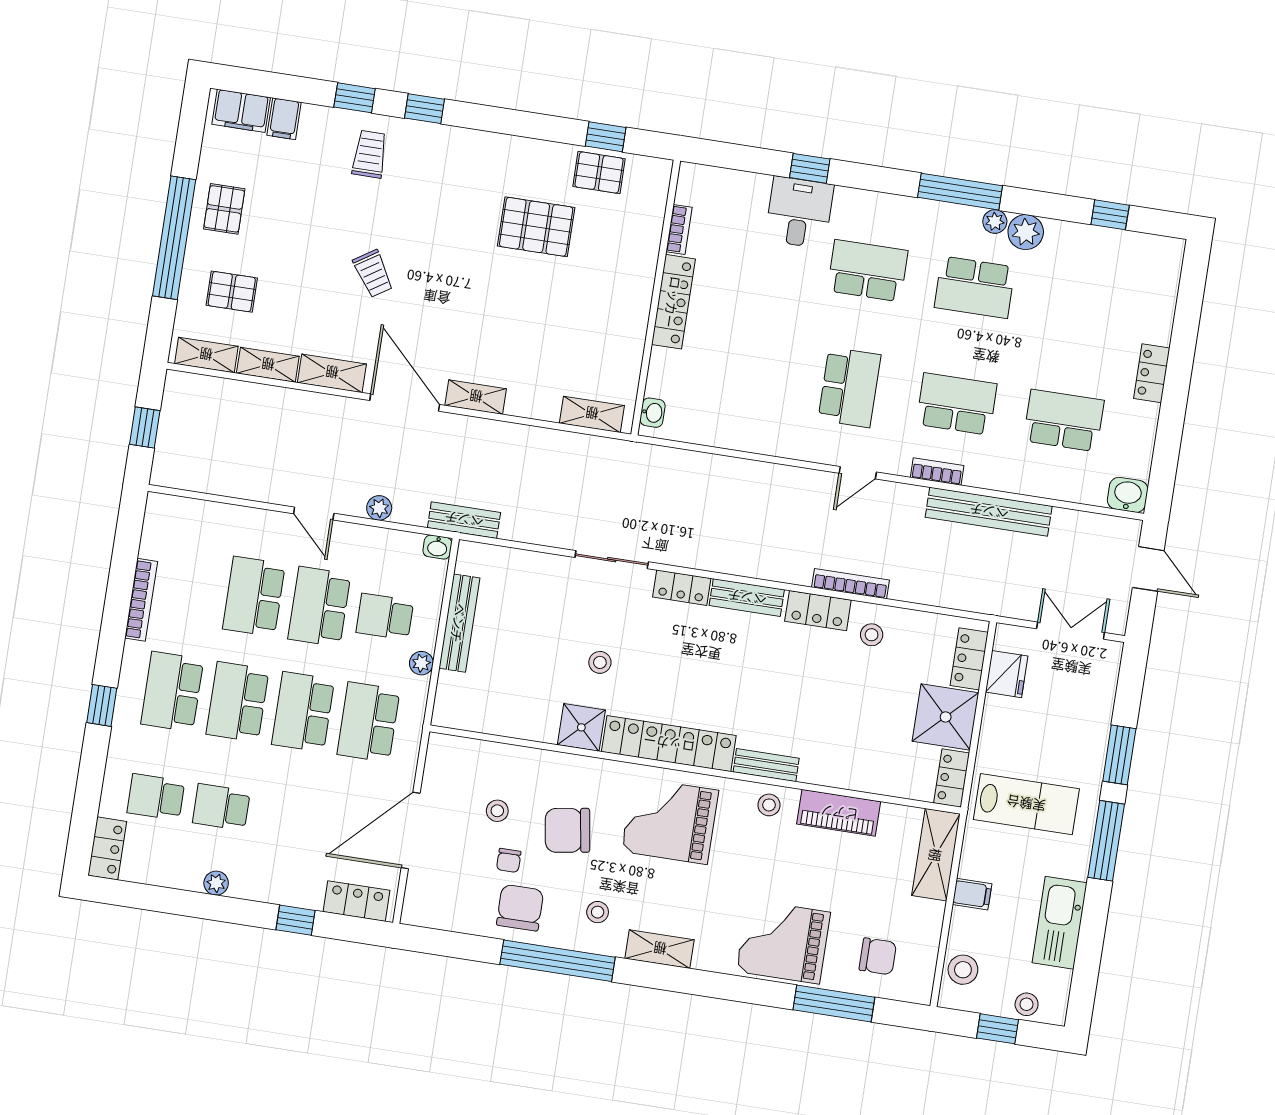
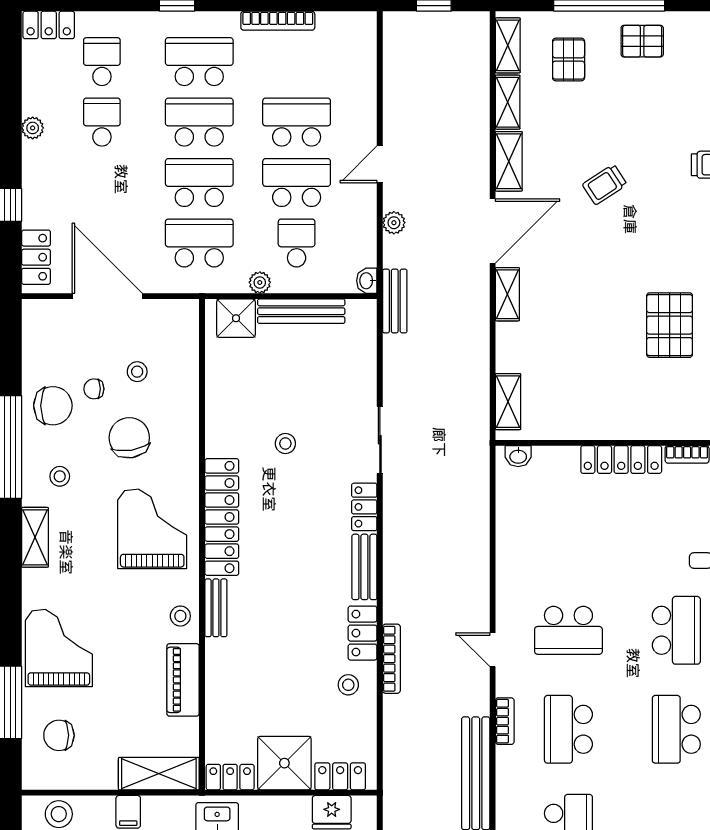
school desk: (957, 404) -> (568, 729), turned 180
shower: (581, 727) -> (236, 318), moved
chair: (878, 956) -> (59, 735), turned 90

